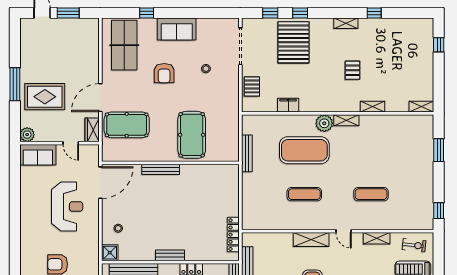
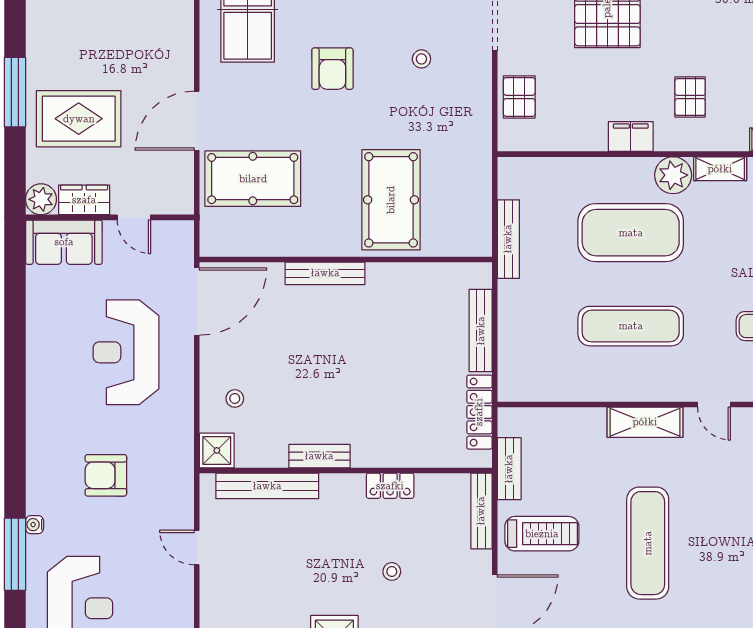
pallet: (353, 70) -> (690, 97), moved
filing cabinet: (288, 105) -> (631, 137), moved
wardrobe: (92, 130) -> (84, 200), moved, turned 90
exercise mat: (304, 194) -> (631, 326), width x1.36, depth x1.45
bench: (234, 196) -> (481, 331), added
reception desk: (67, 207) -> (126, 352), turned 180
bench: (170, 255) -> (319, 456), moved

